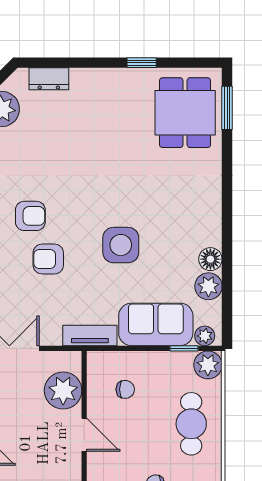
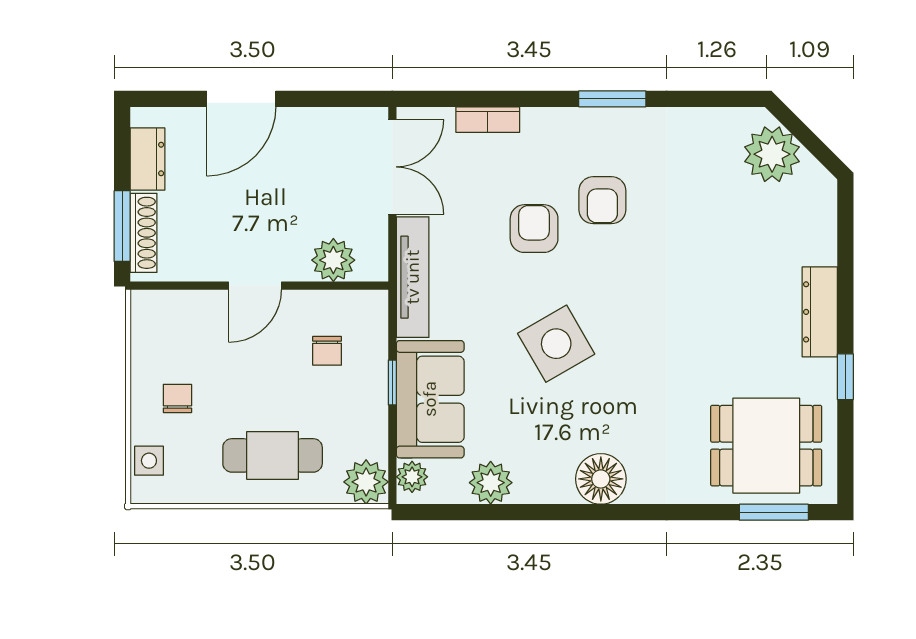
dresser: (49, 79) -> (820, 312), moved, width x1.44
side table: (121, 245) -> (556, 344), turned -30
floor lamp: (210, 259) -> (601, 479), moved, width x1.38, depth x1.38
tv unit: (90, 336) -> (413, 277), width x1.41
window: (184, 348) -> (392, 382), moved
plant: (63, 390) -> (333, 260), width x0.73, depth x0.73

